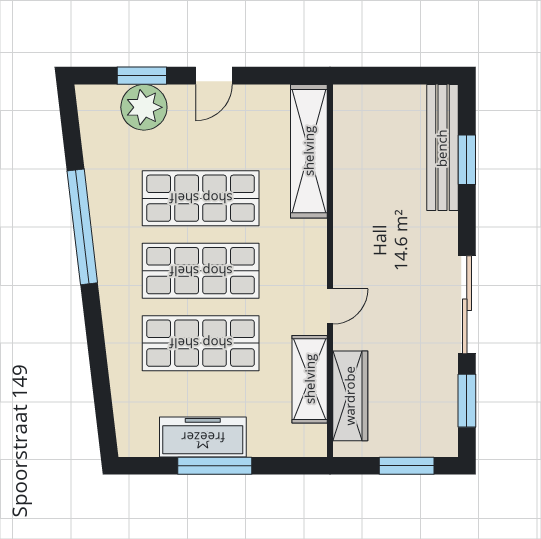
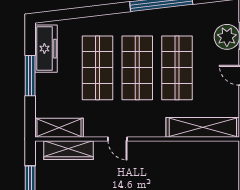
shelving: (310, 379) -> (59, 128), moved
freezer: (203, 437) -> (46, 49), moved

